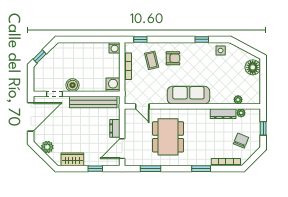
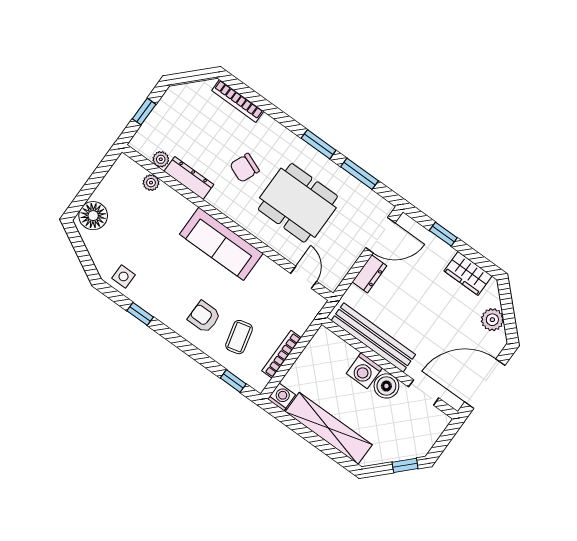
shelving: (84, 49) -> (329, 428), added
washing machine: (113, 85) -> (364, 371), moved
dining table: (168, 137) -> (298, 203), turned 90
chair: (241, 141) -> (245, 168), moved
window: (201, 169) -> (319, 144), moved

